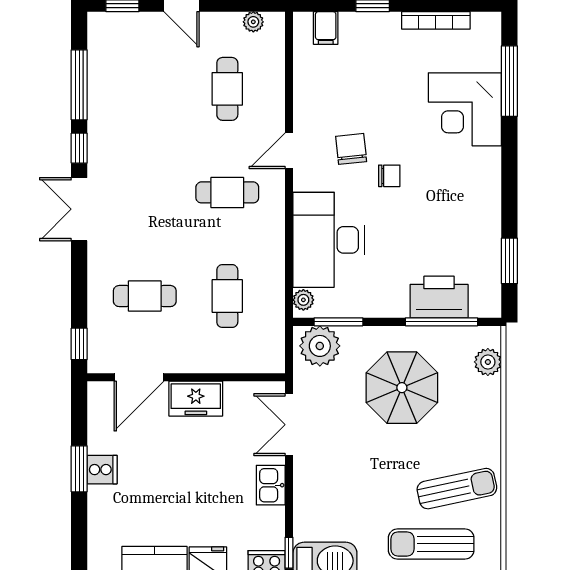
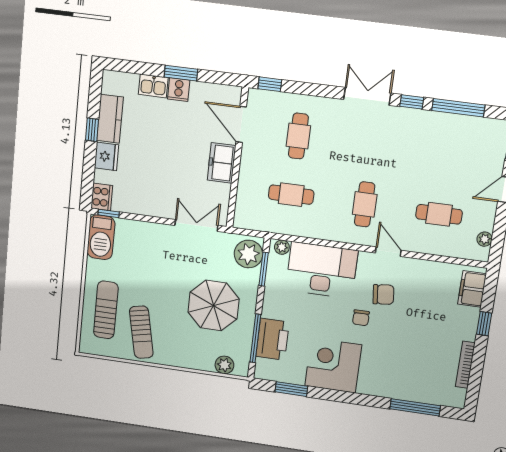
filing cabinet: (326, 28) -> (472, 289), width x2.00
corner desk: (465, 109) -> (333, 365), moved
kitchen sink: (271, 485) -> (153, 86), moved, turned 180

